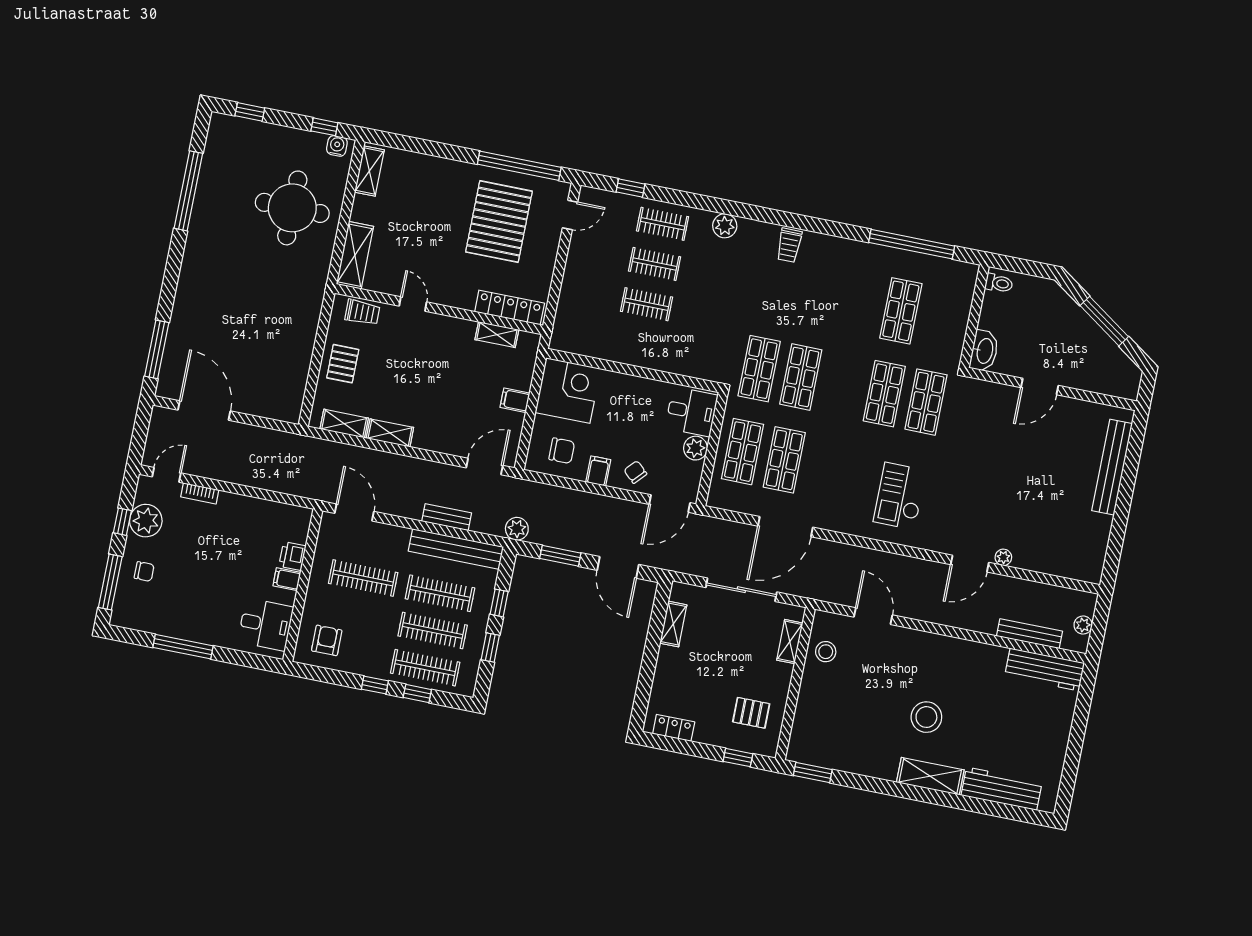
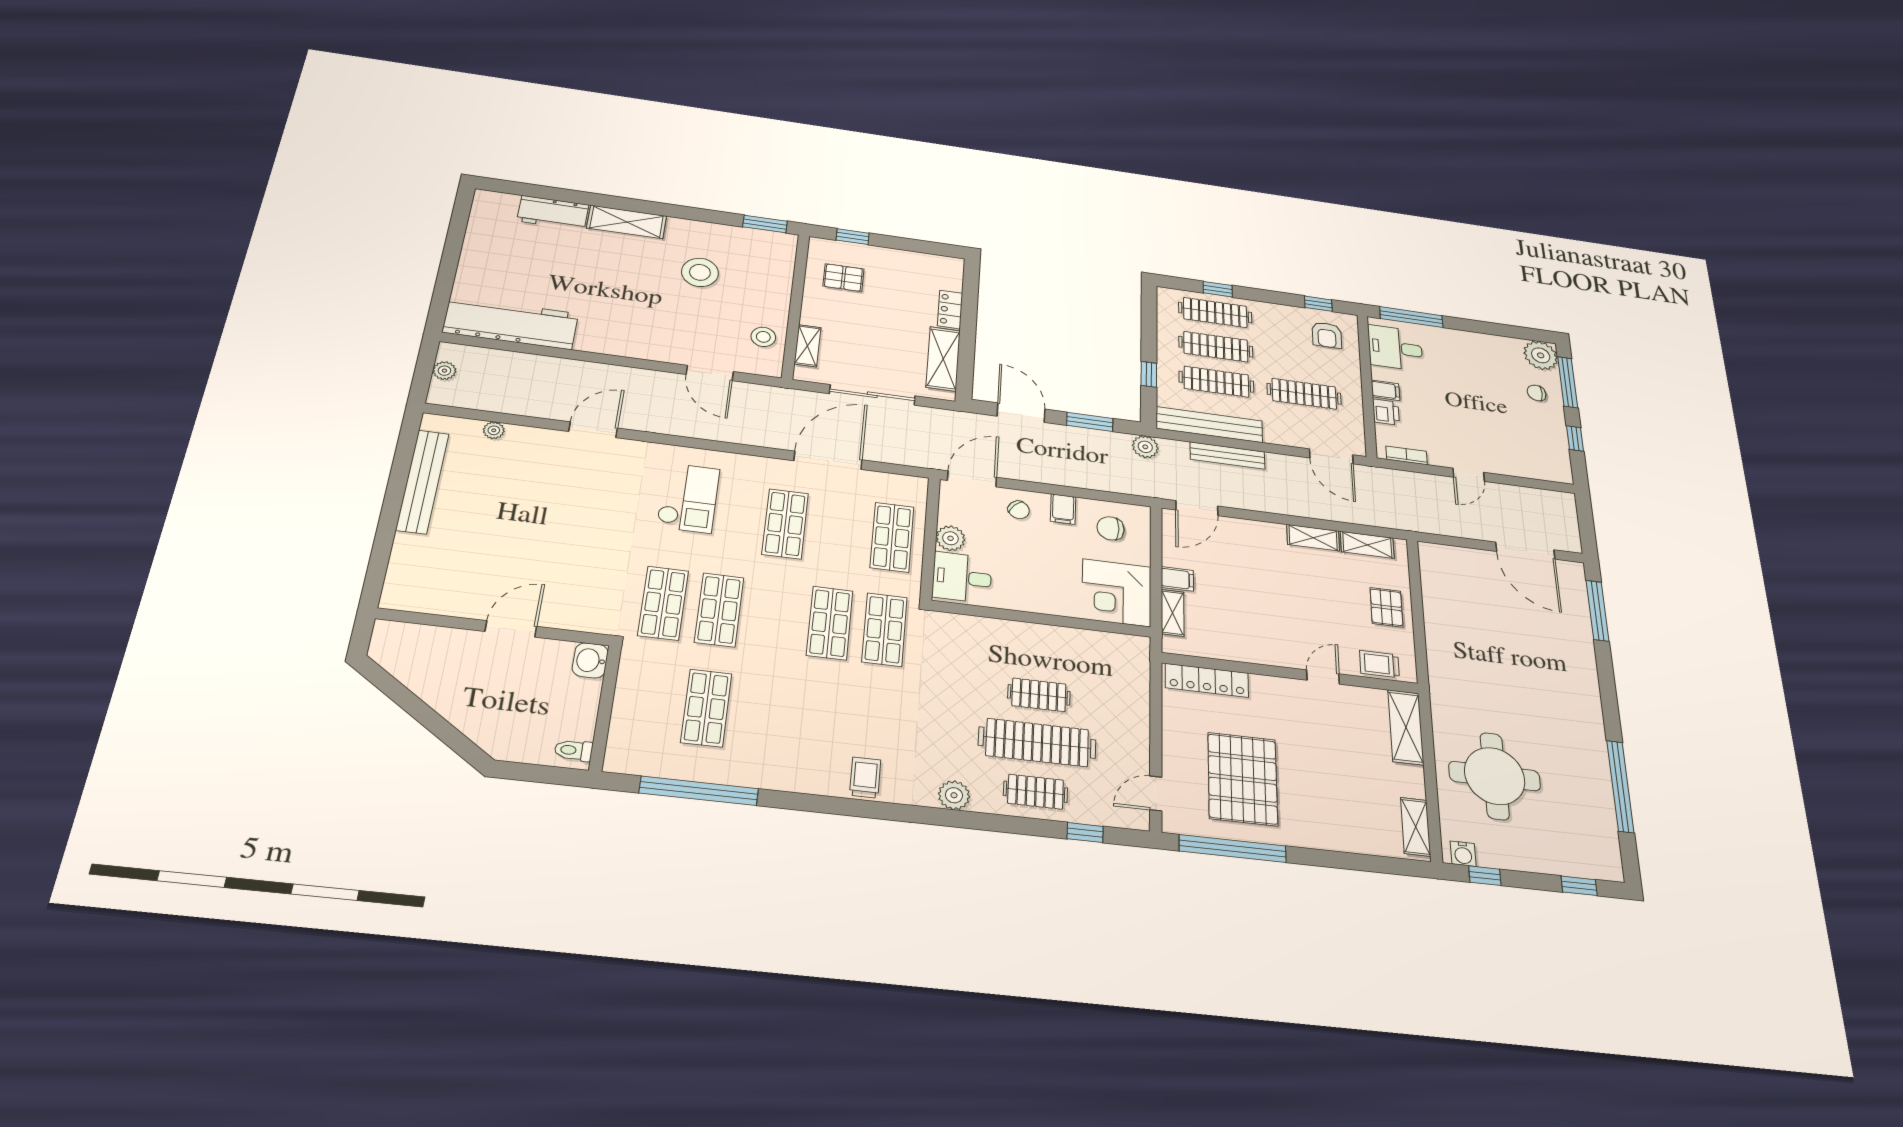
clothes rail: (655, 264) -> (1037, 743), width x1.86, depth x1.31
door: (413, 304) -> (1323, 677), swing flipped
window: (1104, 321) -> (422, 713), removed
shelving: (497, 335) -> (1173, 613), moved, turned 90
washbasin: (984, 351) -> (590, 660), width x0.72
shop shelf: (784, 460) -> (785, 524), moved
bench: (1112, 467) -> (422, 482), moved
door: (167, 475) -> (1469, 475), moved
bookcase: (200, 493) -> (1407, 455), moved
bench: (447, 517) -> (1227, 455), width x1.36
plant: (146, 521) -> (1541, 355), moved
plant: (1003, 557) -> (494, 430), moved
shelving: (673, 624) -> (943, 359), width x1.50, depth x1.33
bench: (1029, 634) -> (513, 360), removed
window: (183, 647) -> (1411, 317), moved
window: (490, 648) -> (1149, 332), removed
workbench: (1045, 669) -> (511, 323), width x1.36, depth x1.32
window: (375, 685) -> (1318, 304), moved
stool: (926, 717) -> (700, 272), moved
locker: (674, 728) -> (950, 309), moved, turned 90
workbench: (1002, 789) -> (553, 213), width x0.73

